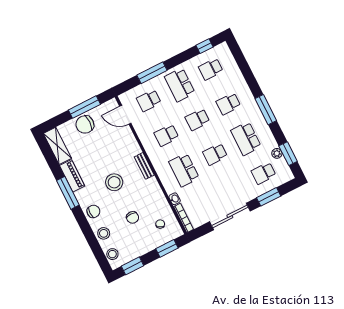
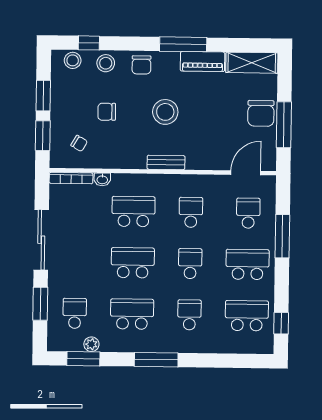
school desk: (211, 69) -> (247, 316), width x1.85
chair: (85, 124) -> (261, 113), turned 180
school desk: (215, 154) -> (133, 263), width x1.85
window: (97, 250) -> (89, 43), added
window: (133, 266) -> (43, 96), moved

